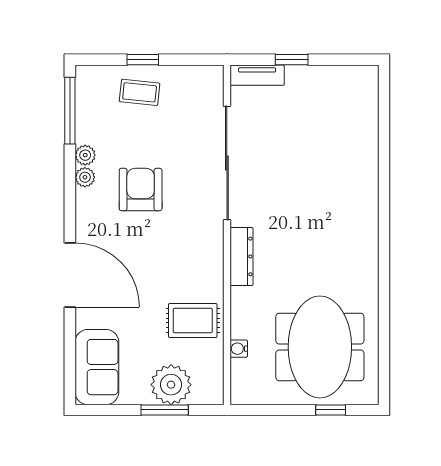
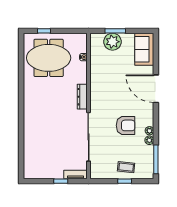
armchair: (141, 189) -> (126, 125), turned -90
rug: (193, 321) -> (103, 69), removed
meeting table: (320, 347) -> (49, 58), turned 90

